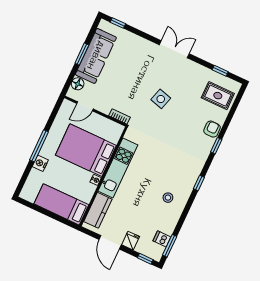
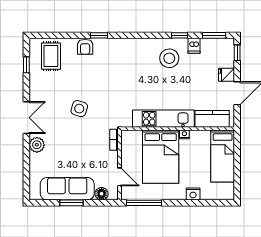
window: (118, 23) -> (26, 182), removed
plant: (146, 47) -> (37, 145), added
double door: (174, 49) -> (26, 118), swing flipped
armchair: (212, 129) -> (85, 47), turned -90
window: (39, 146) -> (144, 203), moved
window: (199, 183) -> (179, 35), moved
stool: (168, 198) -> (169, 58), width x1.89, depth x1.89
dishwasher: (162, 239) -> (194, 46), moved

